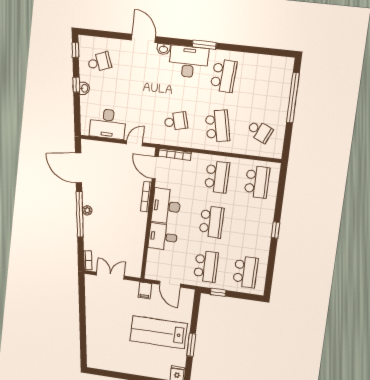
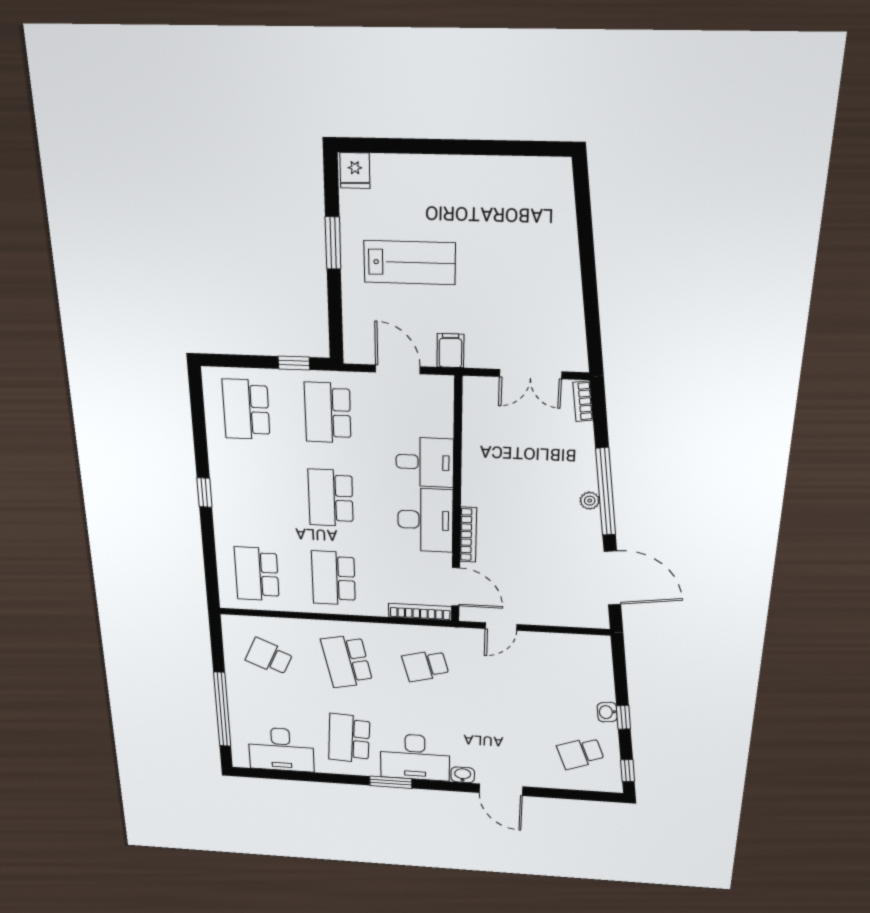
desk: (108, 124) -> (281, 749), moved, turned 180
lab bench: (159, 332) -> (410, 263), width x0.73, depth x0.72

